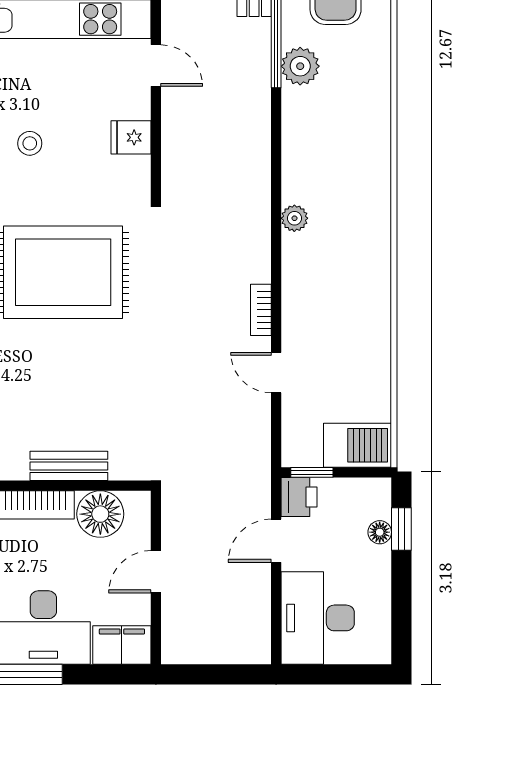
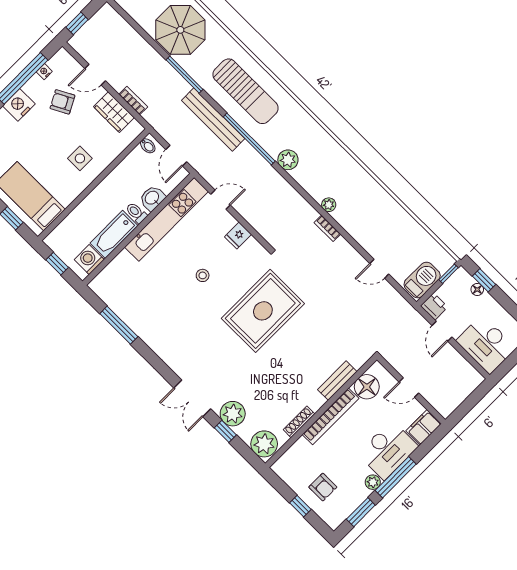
plant: (300, 66) -> (288, 160), moved
bookcase: (261, 310) -> (327, 228), moved
barbecue: (357, 445) -> (422, 280), moved
window: (312, 472) -> (449, 274), moved
door: (156, 572) -> (409, 387), hinge flipped

